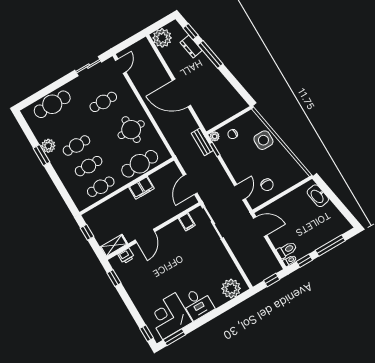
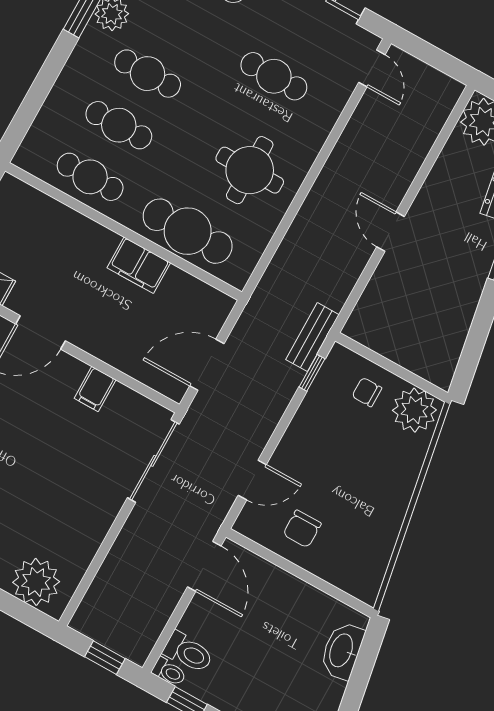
door: (121, 66) -> (372, 68), hinge flipped
door: (181, 93) -> (391, 232), width x0.53
plant: (215, 136) -> (414, 410), moved, width x1.87, depth x1.87
side table: (263, 140) -> (393, 465), removed
filing cabinet: (187, 222) -> (95, 389), moved

